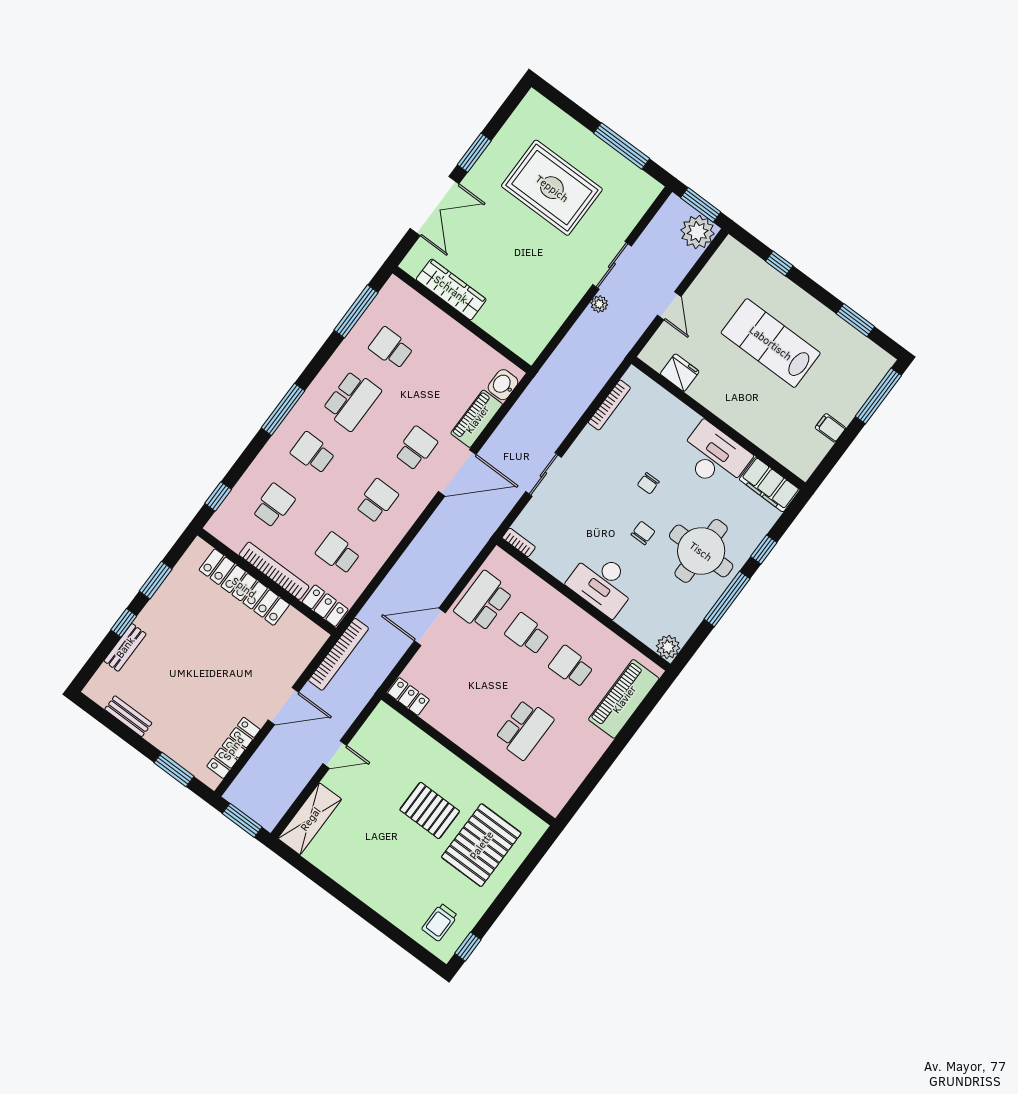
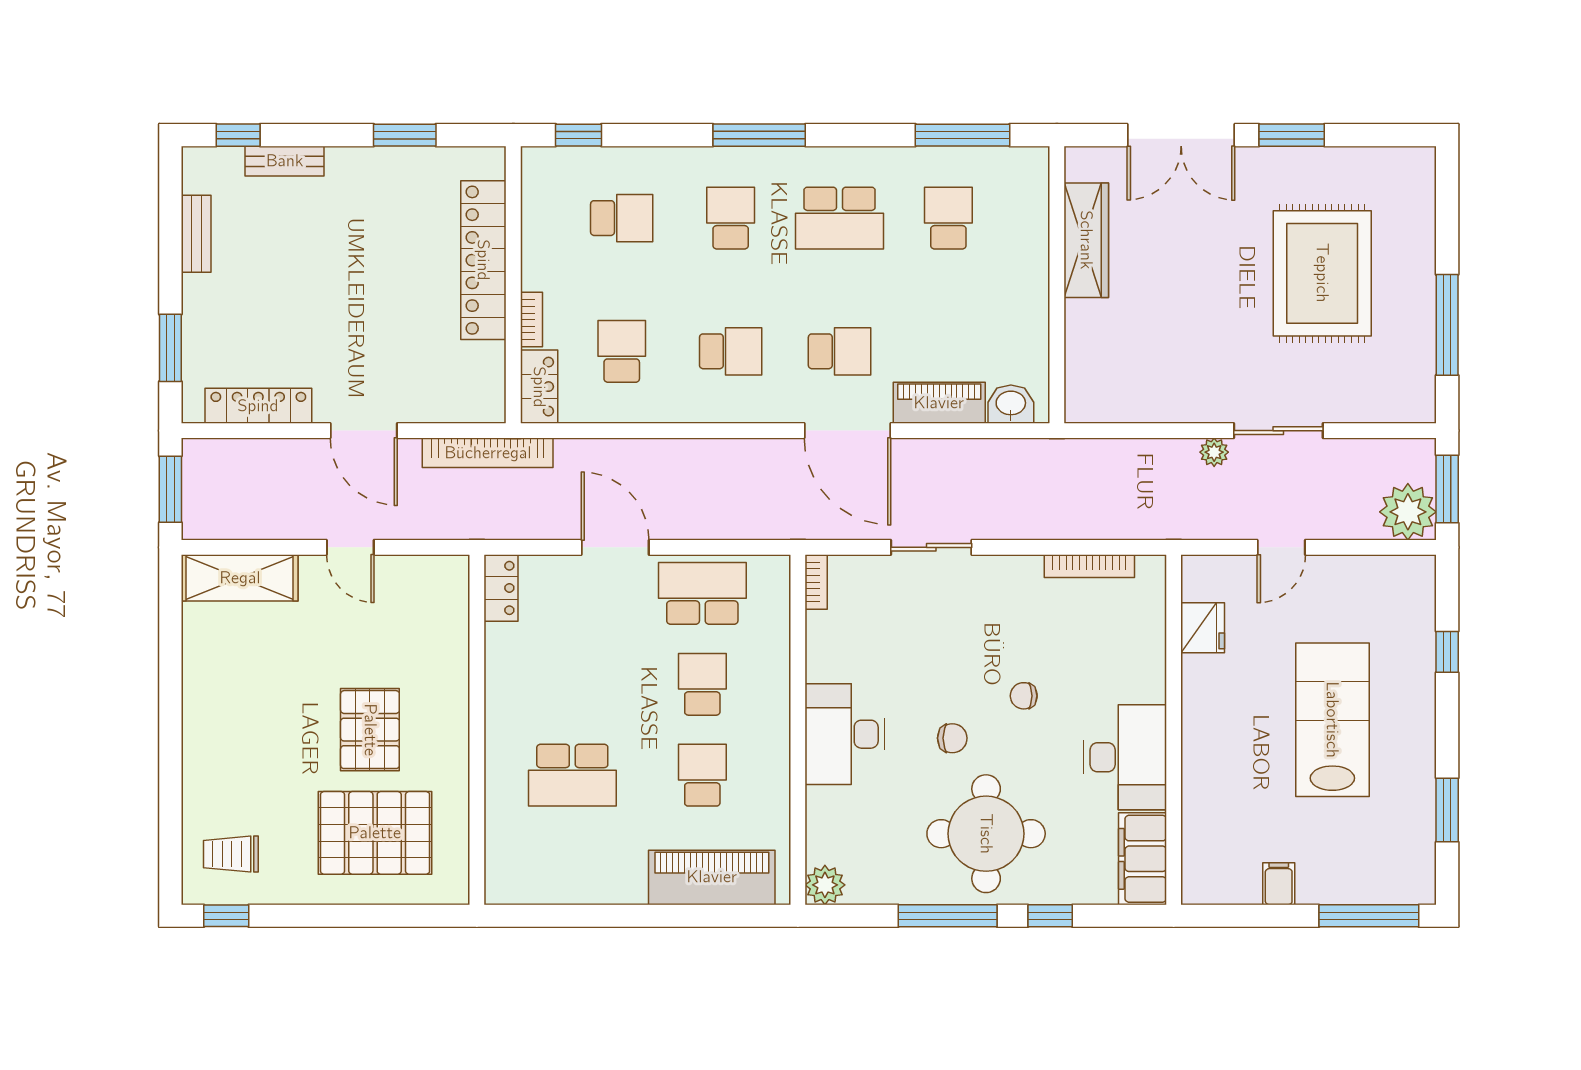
bookcase: (274, 571) -> (532, 320), width x0.43, depth x0.76
window: (124, 623) -> (238, 135), moved

